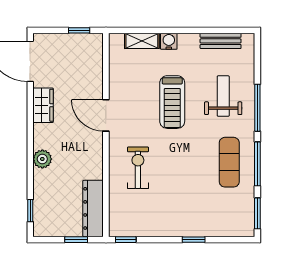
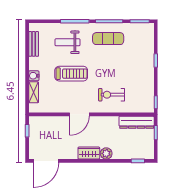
wardrobe: (43, 105) -> (89, 153), moved

